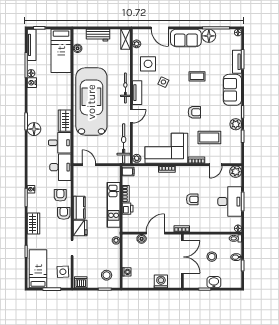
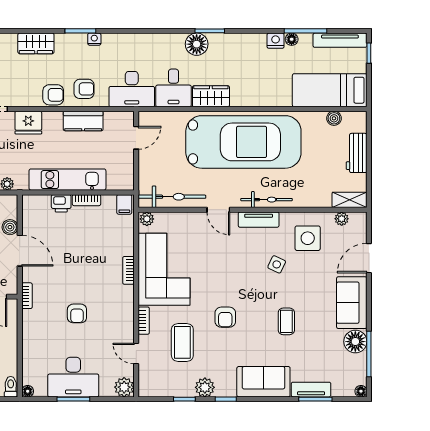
kitchen counter: (79, 208) -> (83, 121), moved

